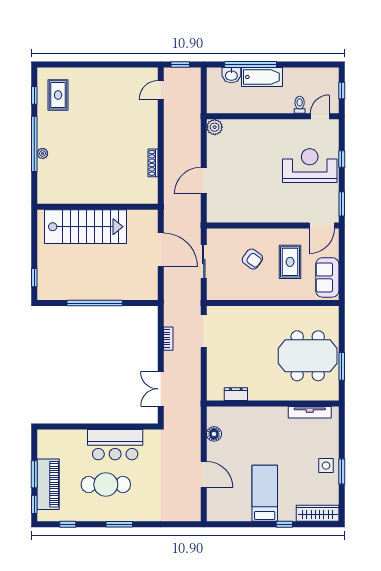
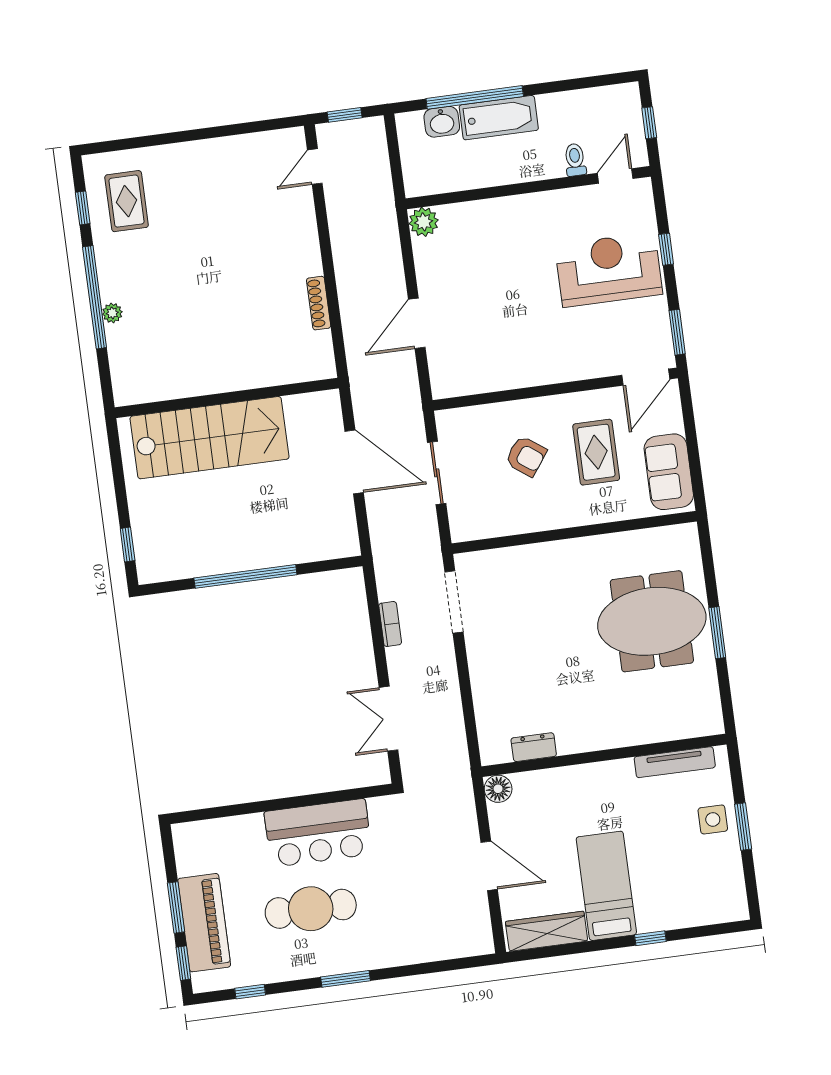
dresser: (236, 394) -> (534, 747), moved
wall: (273, 404) -> (604, 755), moved
tv unit: (310, 412) -> (675, 762), moved
wardrobe: (318, 513) -> (547, 931), moved

